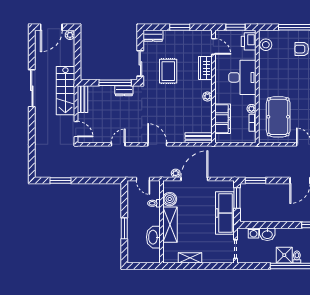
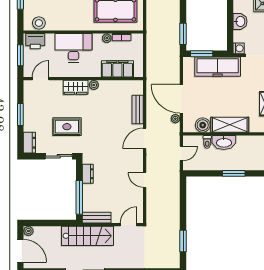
wardrobe: (205, 68) -> (76, 87), moved
window: (115, 83) -> (79, 197), moved
bench: (199, 138) -> (138, 109), moved
washing machine: (254, 233) -> (239, 48), moved
washbasin: (153, 237) -> (224, 142), moved

